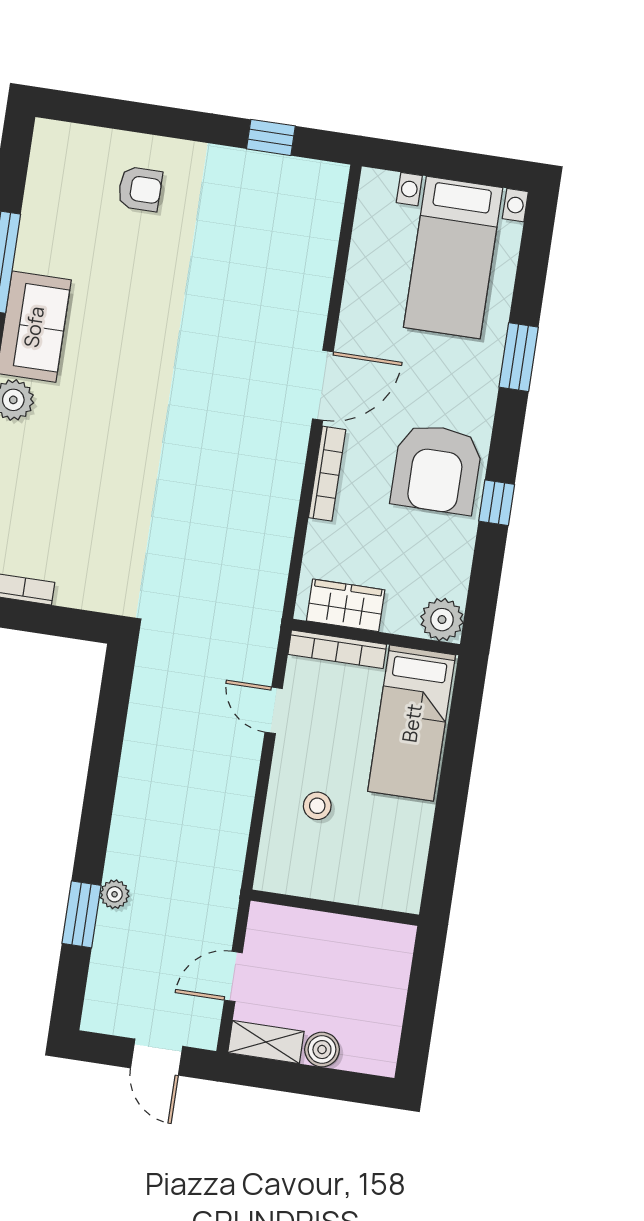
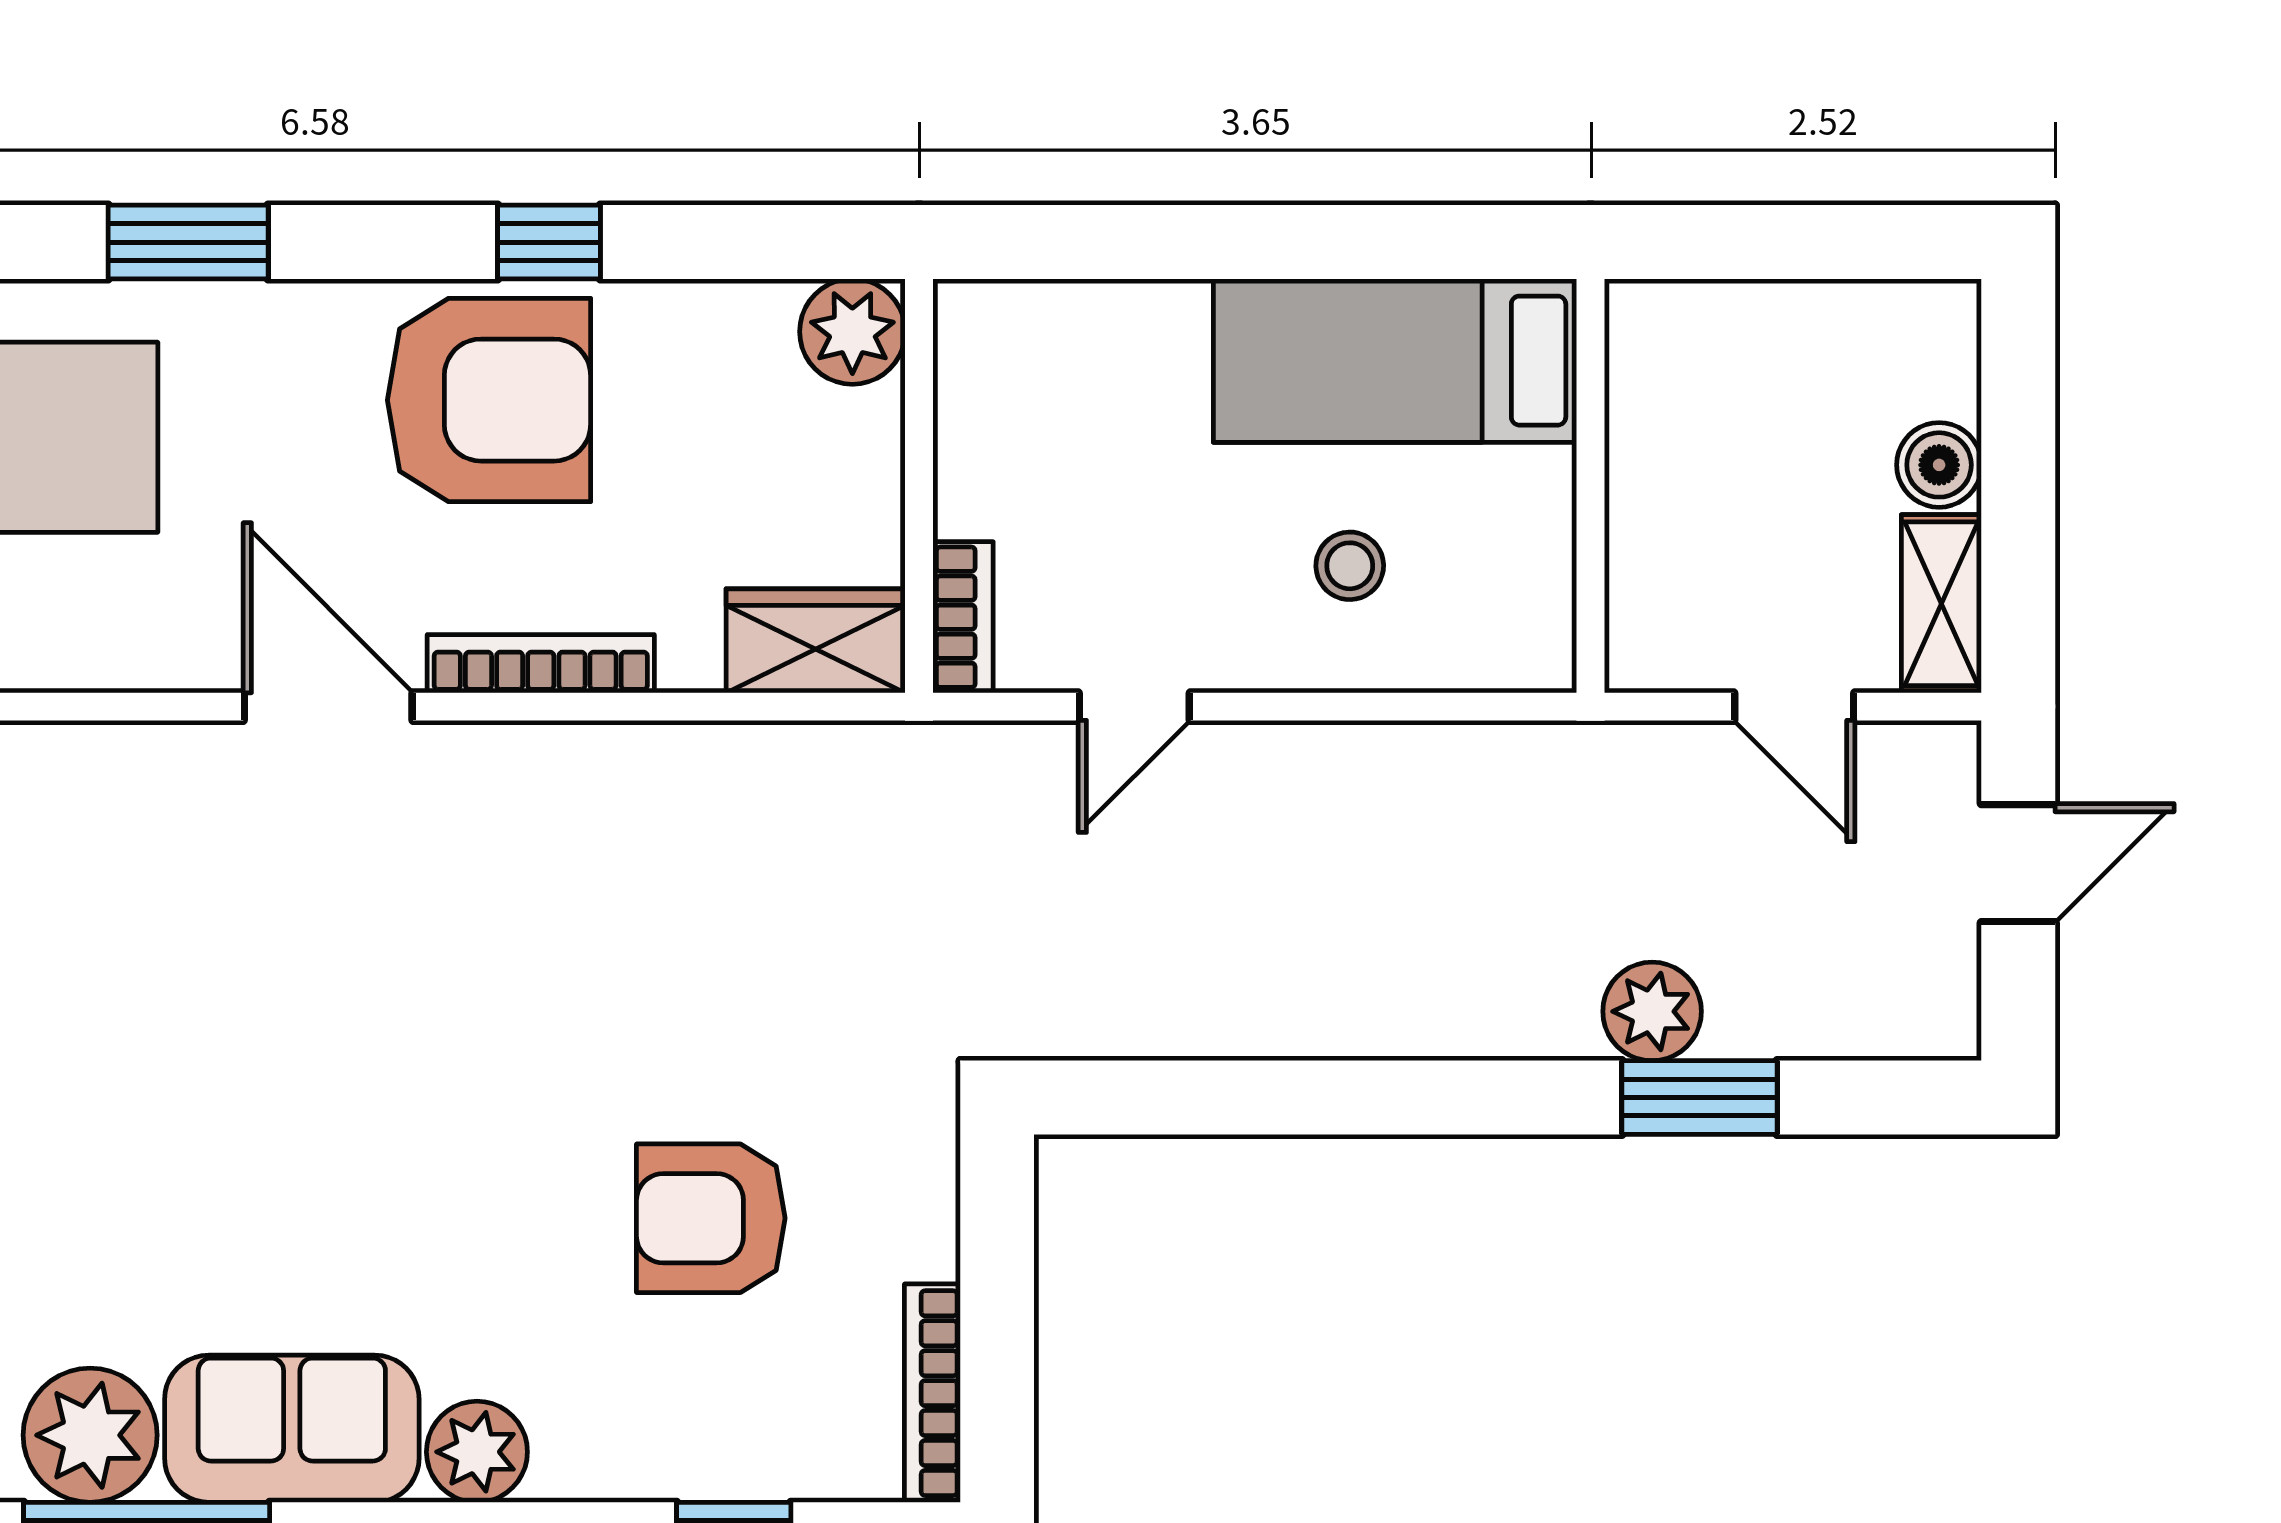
plant: (44, 245) -> (90, 1435), added
armchair: (93, 508) -> (711, 1218), added
wardrobe: (346, 605) -> (816, 641), moved, turned 90
bookcase: (337, 649) -> (963, 617), width x0.64
bed: (412, 723) -> (1395, 361), moved, turned 180
plant: (115, 894) -> (1652, 1011), width x1.38, depth x1.38

